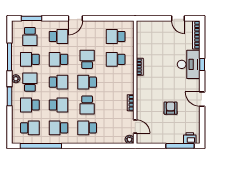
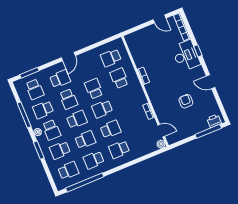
school desk: (58, 59) -> (68, 99), turned -90
school desk: (116, 59) -> (119, 78), turned 90
school desk: (30, 82) -> (51, 130), turned 180
school desk: (87, 105) -> (111, 129), turned -90

